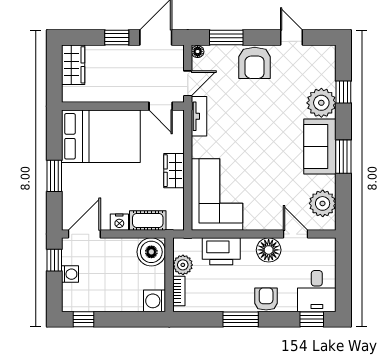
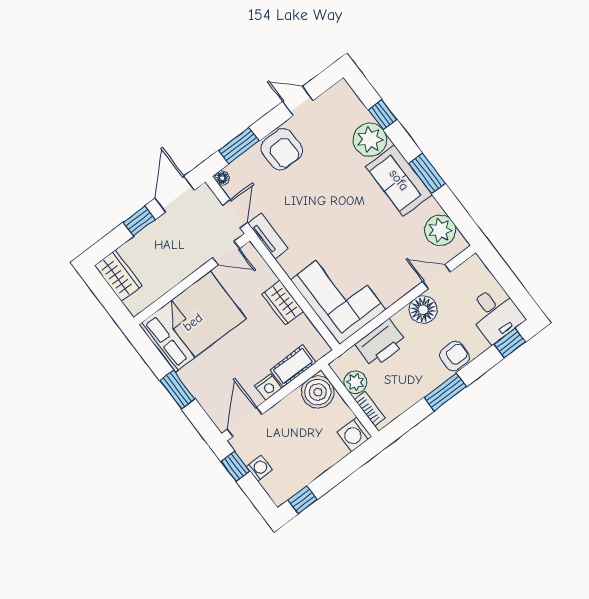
armchair: (266, 299) -> (454, 356), turned 90

